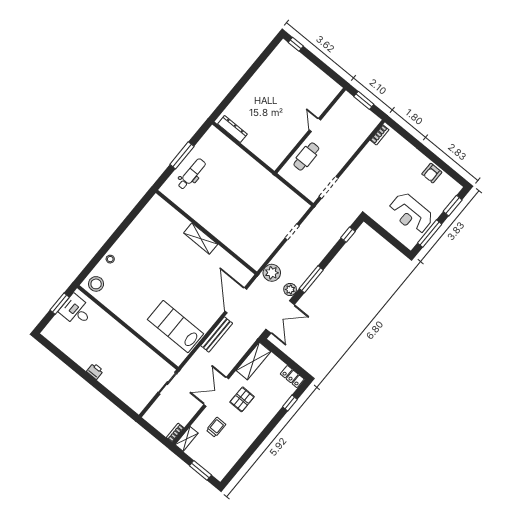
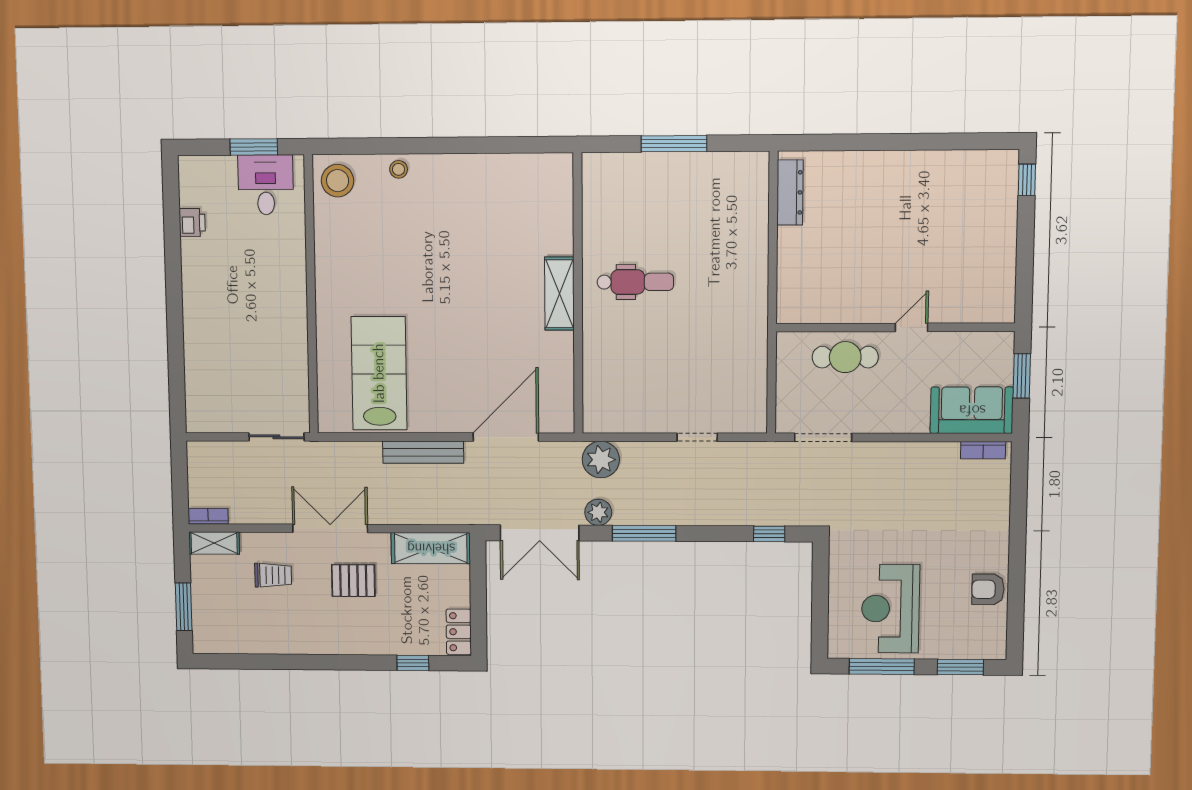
sofa: (362, 127) -> (972, 410), added
dental chair: (192, 174) -> (635, 282), moved
printer: (95, 371) -> (192, 223), moved

